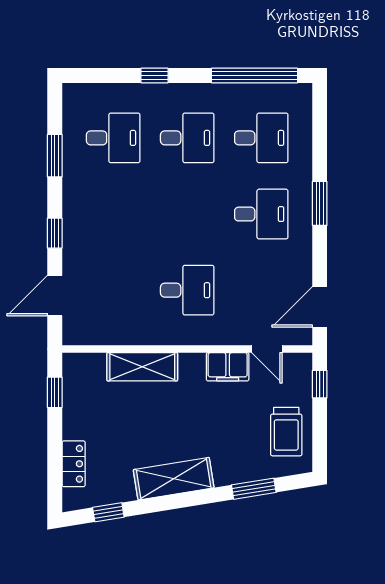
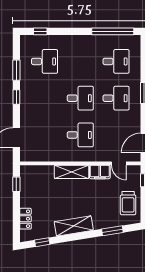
window: (155, 75) -> (40, 31), moved
desk: (187, 138) -> (80, 98), moved
window: (55, 233) -> (16, 97), moved
shelving: (142, 367) -> (72, 172), moved

